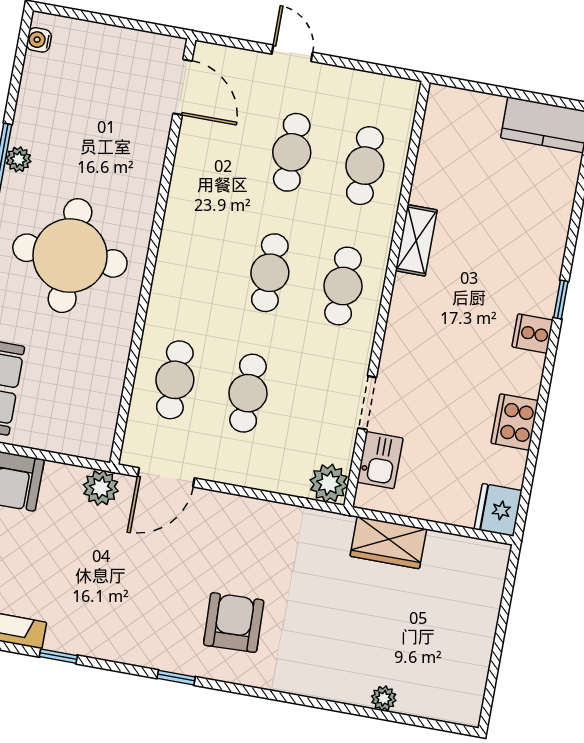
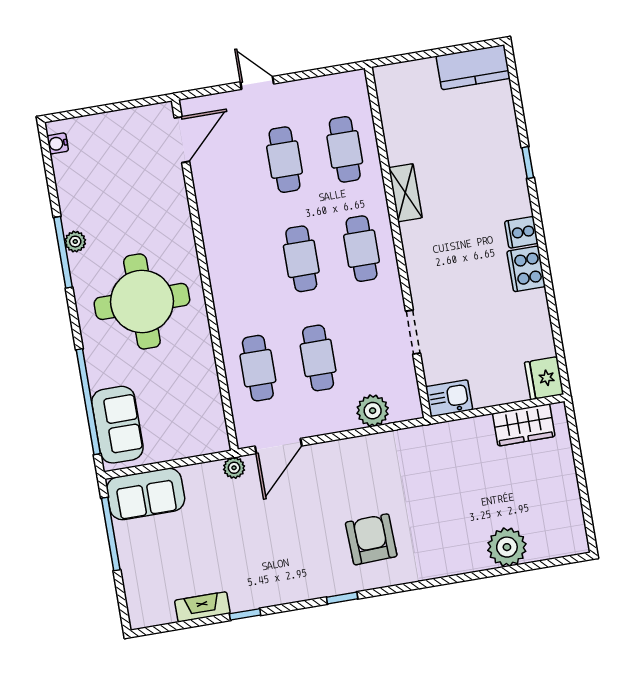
door: (183, 87) -> (182, 140), hinge flipped
window: (561, 299) -> (528, 163), moved
cooker: (515, 422) -> (526, 269), moved
kitchen sink: (380, 460) -> (449, 398), moved, turned -90
plant: (329, 483) -> (373, 411), moved
plant: (101, 488) -> (234, 468), width x0.73, depth x0.73
wardrobe: (388, 543) -> (524, 425), moved
plant: (384, 698) -> (507, 547), width x1.88, depth x1.88

